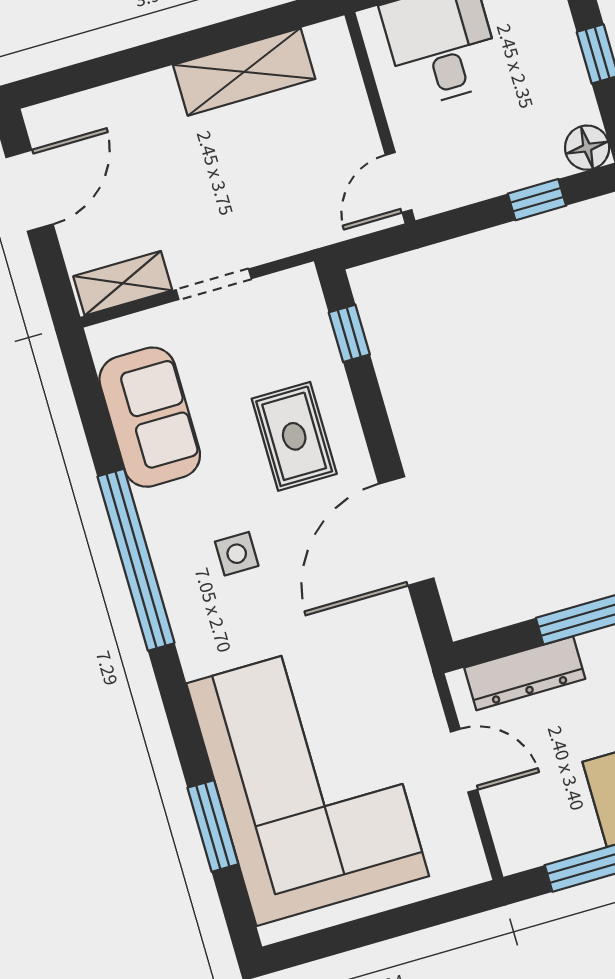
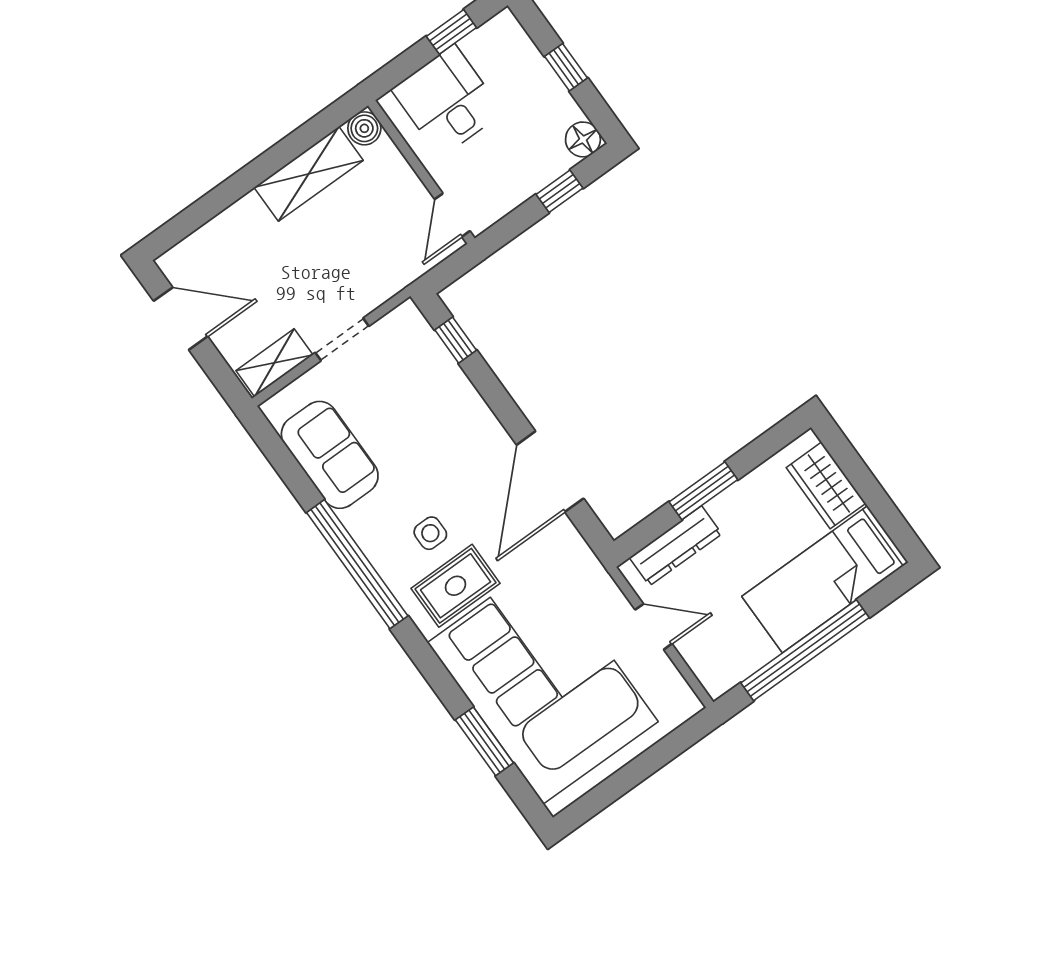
boiler: (330, 41) -> (364, 128), added
door: (29, 191) -> (181, 319), hinge flipped
rug: (294, 436) -> (456, 586), moved, turned 90

